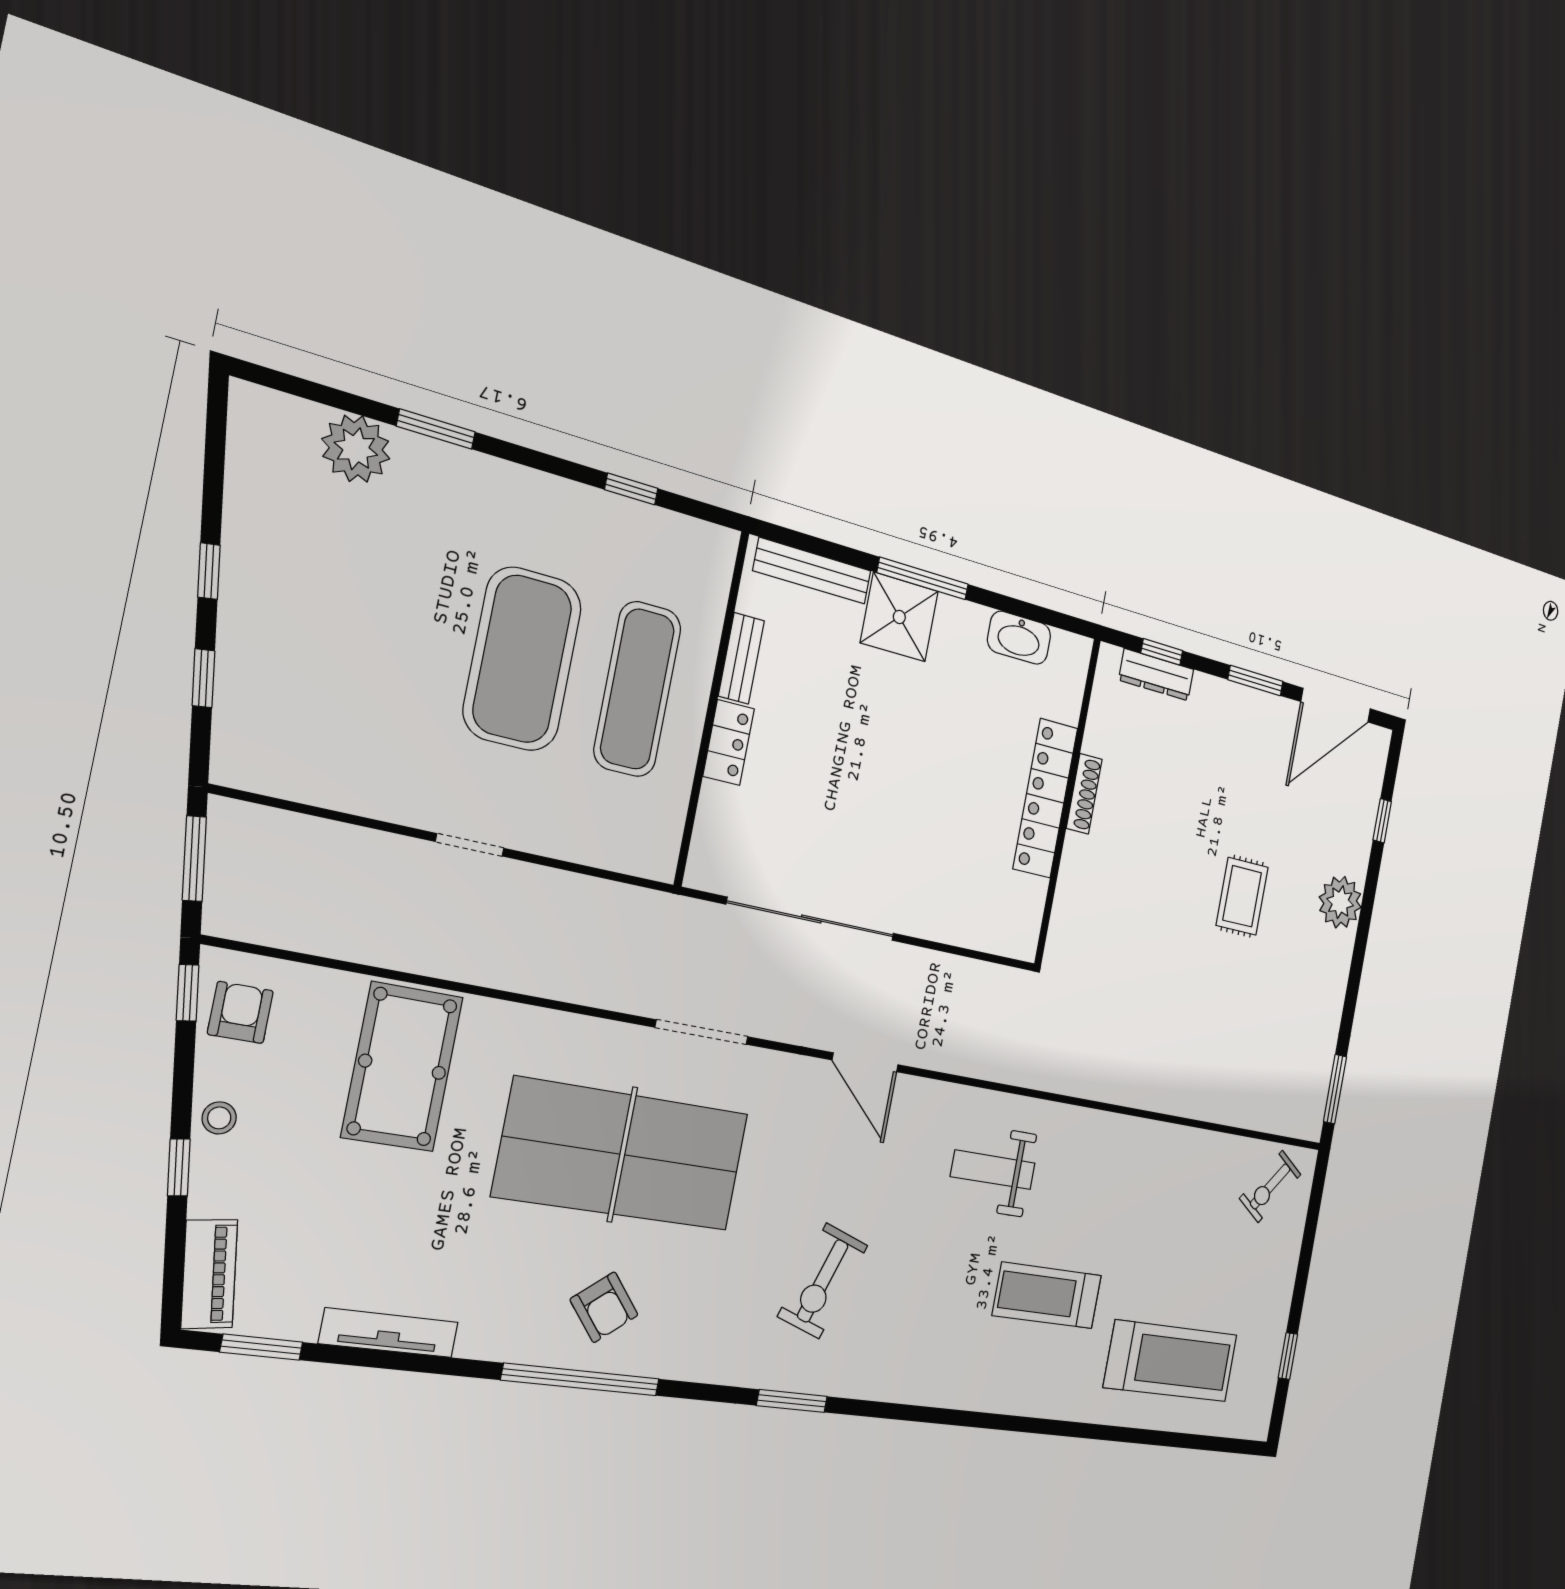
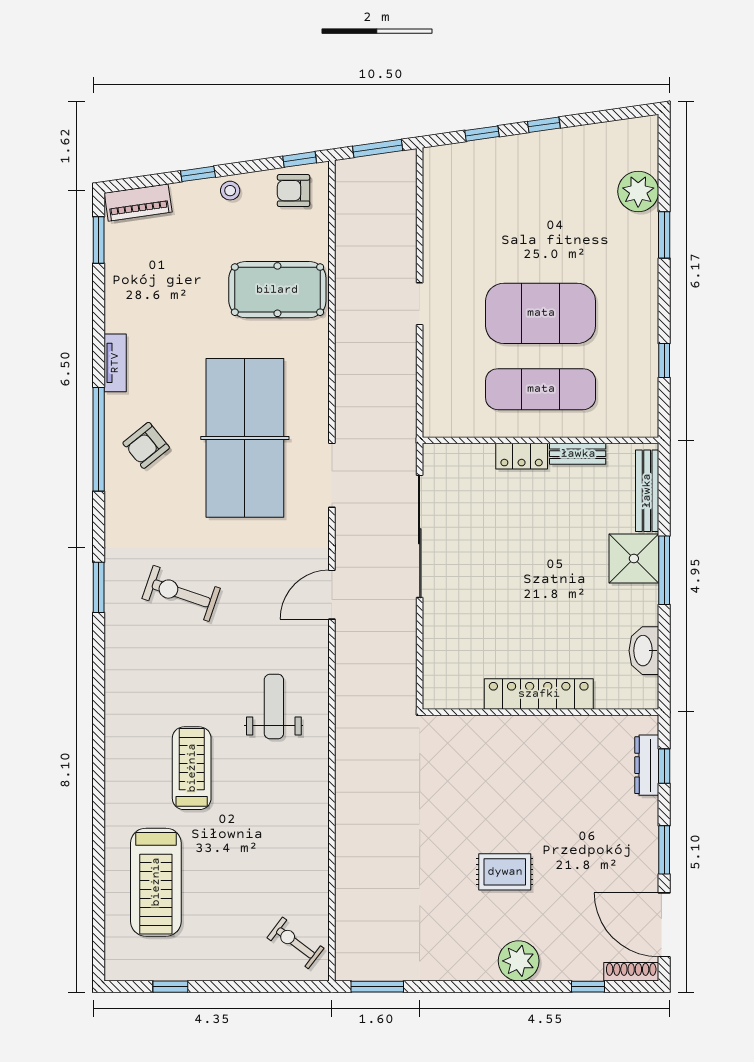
shoe rack: (1084, 794) -> (631, 972), moved, turned 180
armchair: (240, 1012) -> (294, 191), turned 180
tv unit: (389, 1333) -> (115, 363), moved, width x0.71

